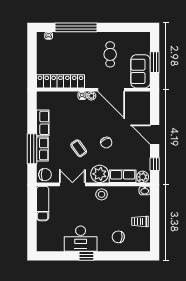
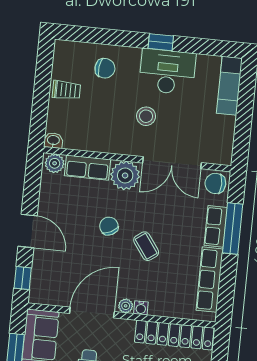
door: (111, 90) -> (92, 313), hinge flipped
row of seats: (43, 123) -> (210, 280), width x1.48
coffee table: (79, 148) -> (146, 246), moved
window: (155, 164) -> (23, 278), moved
double door: (72, 184) -> (172, 163), width x1.37
stool: (102, 194) -> (146, 116), moved
exam couch: (43, 203) -> (229, 86), moved

